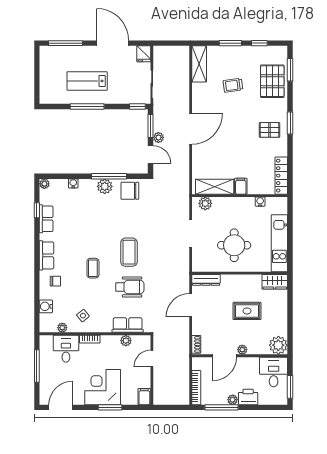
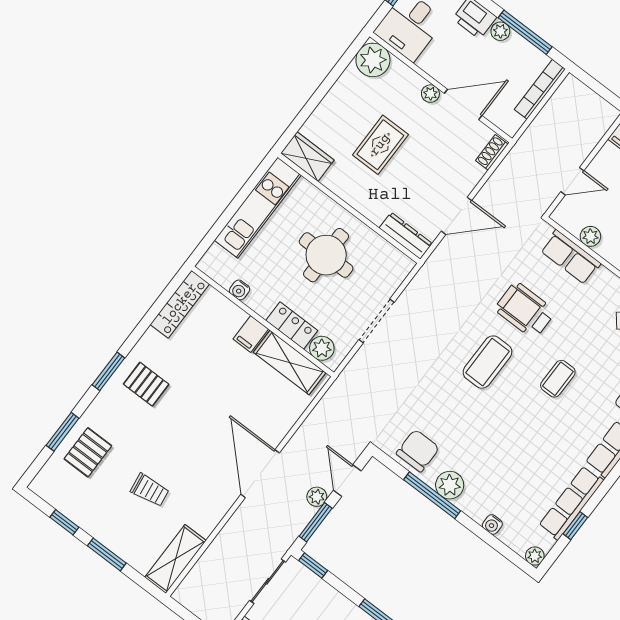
window: (290, 70) -> (63, 432), moved
pallet: (272, 81) -> (88, 452), width x0.67, depth x0.71
door: (191, 129) -> (260, 474), hinge flipped
chair: (130, 191) -> (418, 451), turned -90
locker: (226, 203) -> (292, 325), added
row of seats: (46, 219) -> (571, 503), width x1.48
rug: (247, 311) -> (380, 145), turned 90

